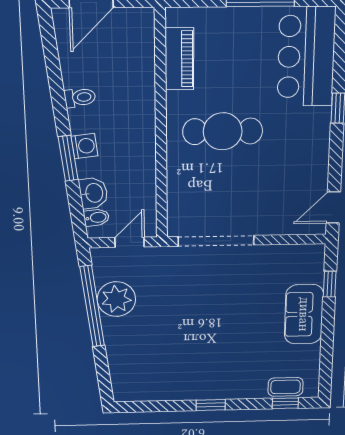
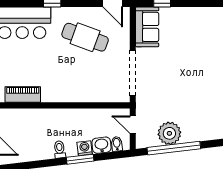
toilet: (80, 98) -> (60, 149), moved
cafe table: (223, 131) -> (85, 37), moved, turned -70
washing machine: (84, 146) -> (85, 148), moved
sofa: (304, 314) -> (147, 27), moved, turned -90

